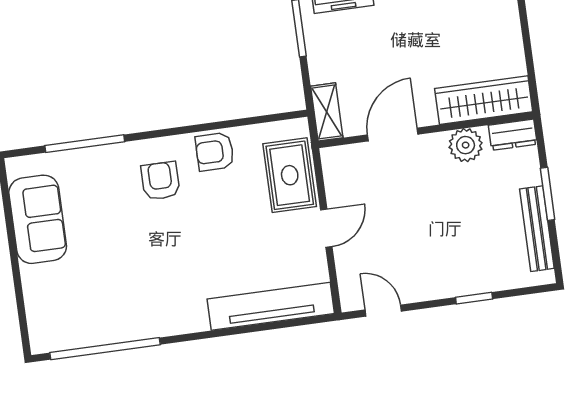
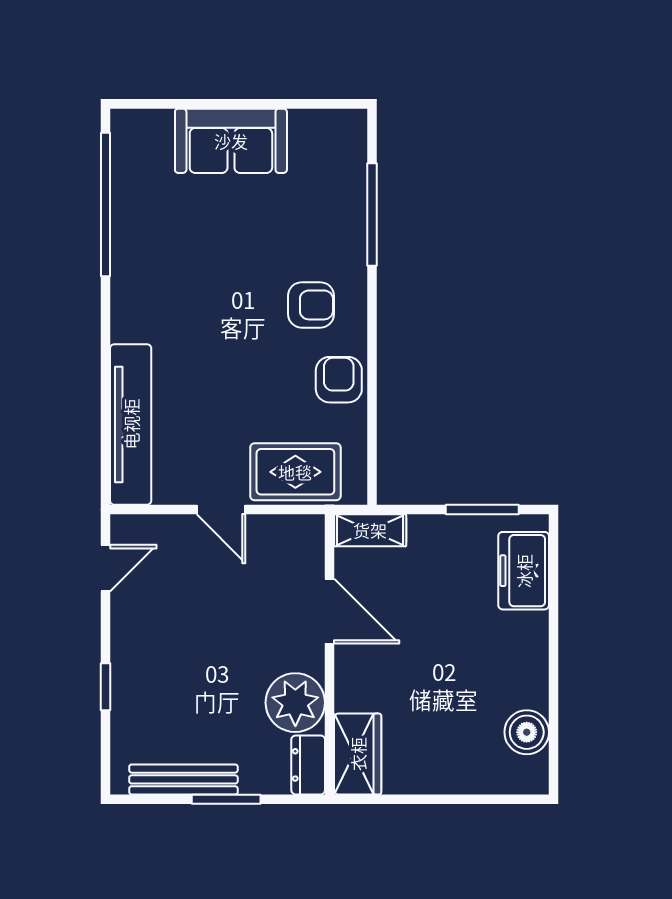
wardrobe: (484, 100) -> (358, 754), width x0.67
plant: (466, 145) -> (295, 703), width x1.36, depth x1.36
sofa: (38, 219) -> (231, 141), moved

